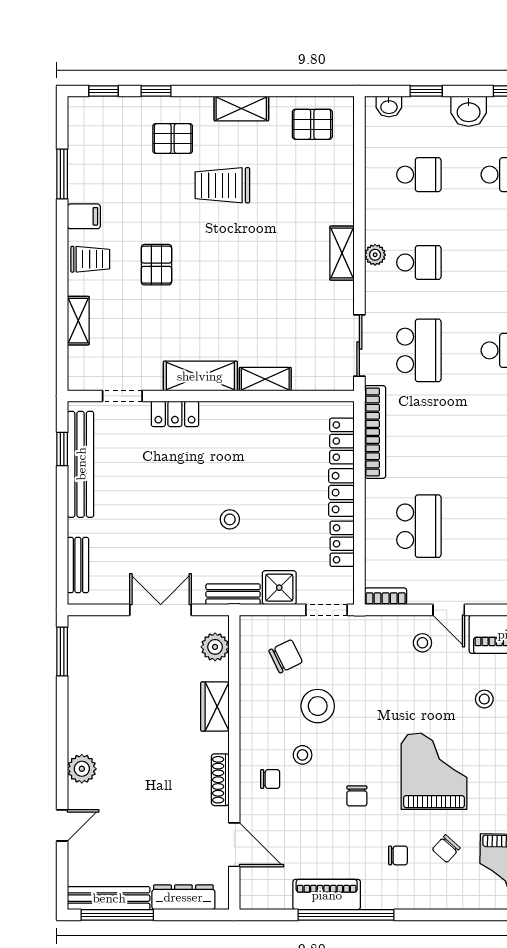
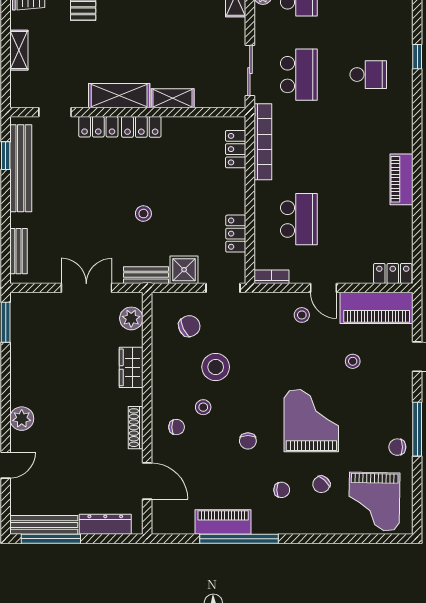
locker: (341, 493) -> (141, 127), moved, turned -90

